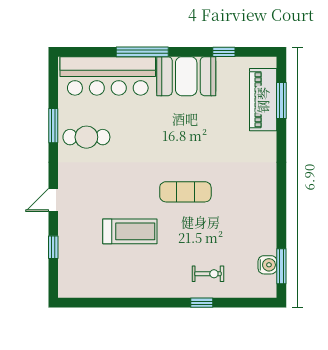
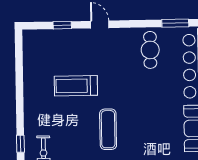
window: (53, 126) -> (175, 23), moved
treadmill: (130, 231) -> (76, 86), turned 90

